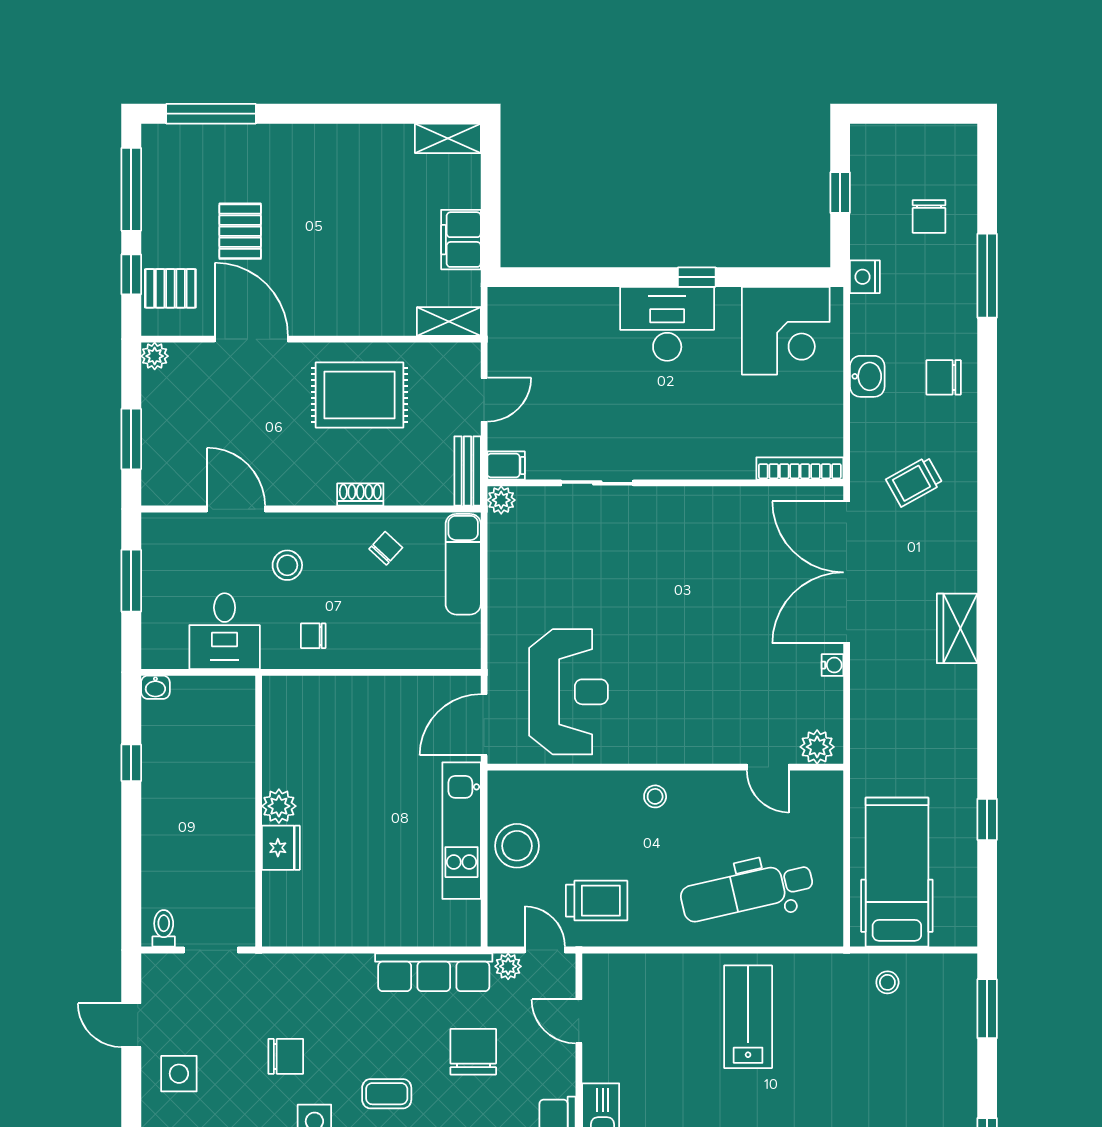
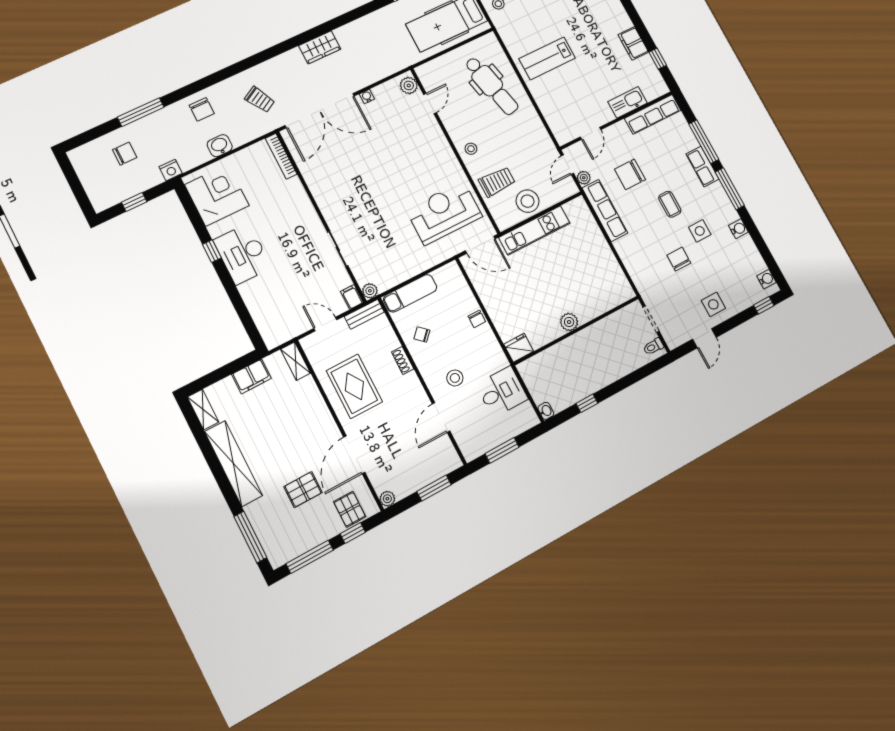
shelving: (338, 144) -> (233, 464), added
chair: (313, 636) -> (477, 319), moved
fridge: (281, 848) -> (519, 348), moved
trolley: (597, 901) -> (497, 182), moved, turned 90

